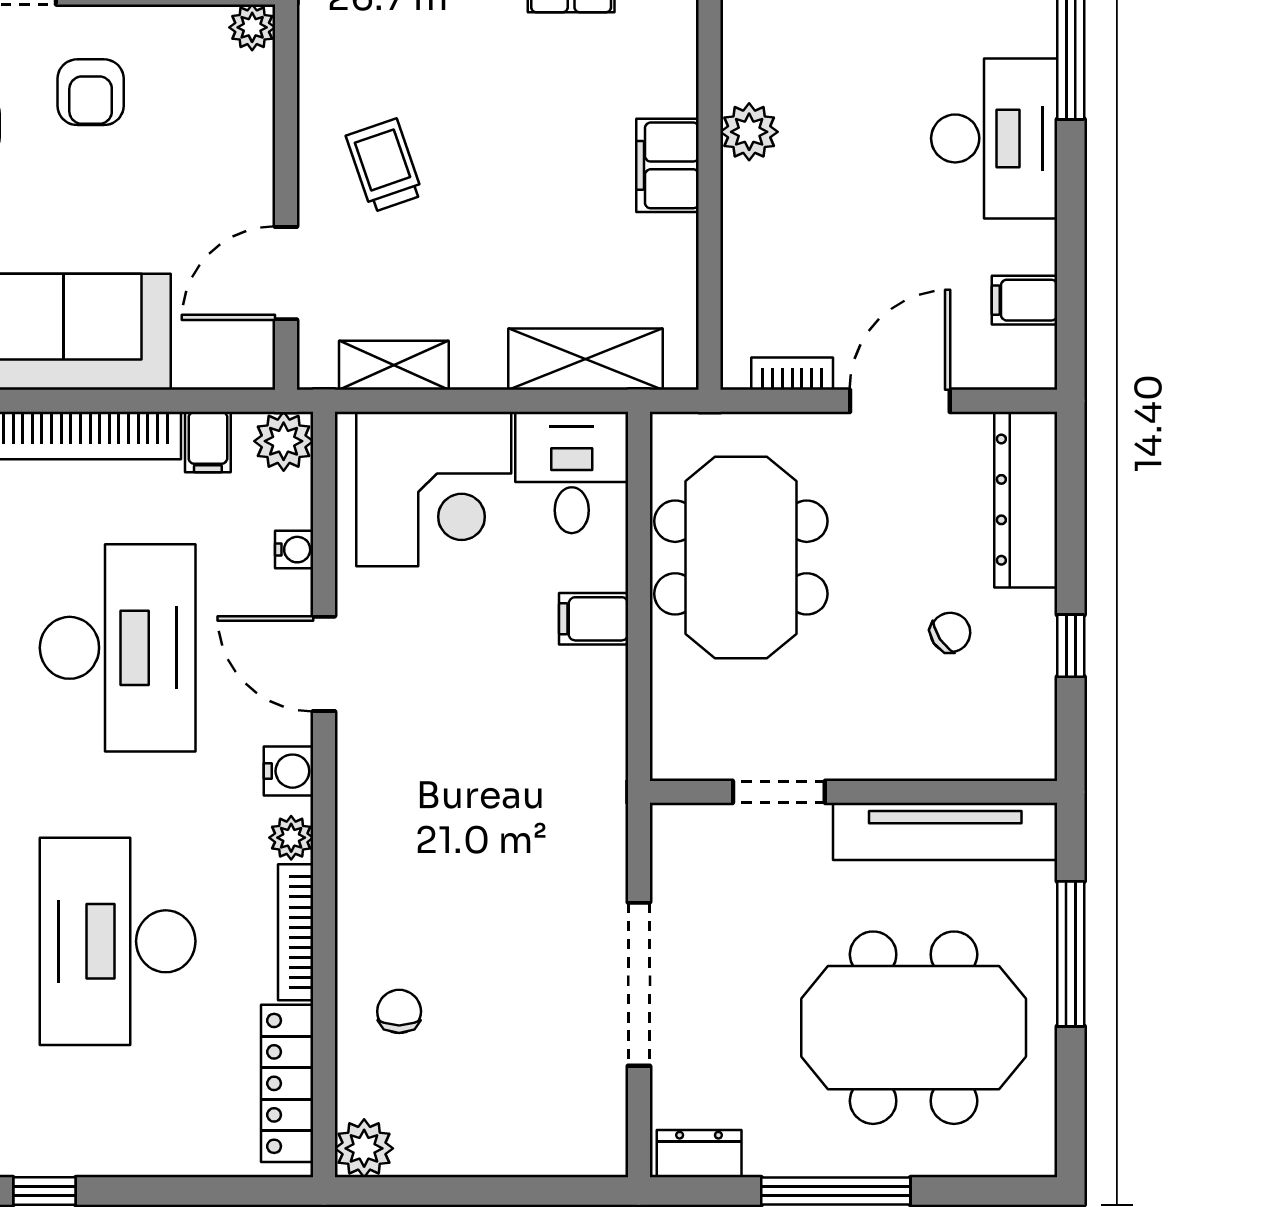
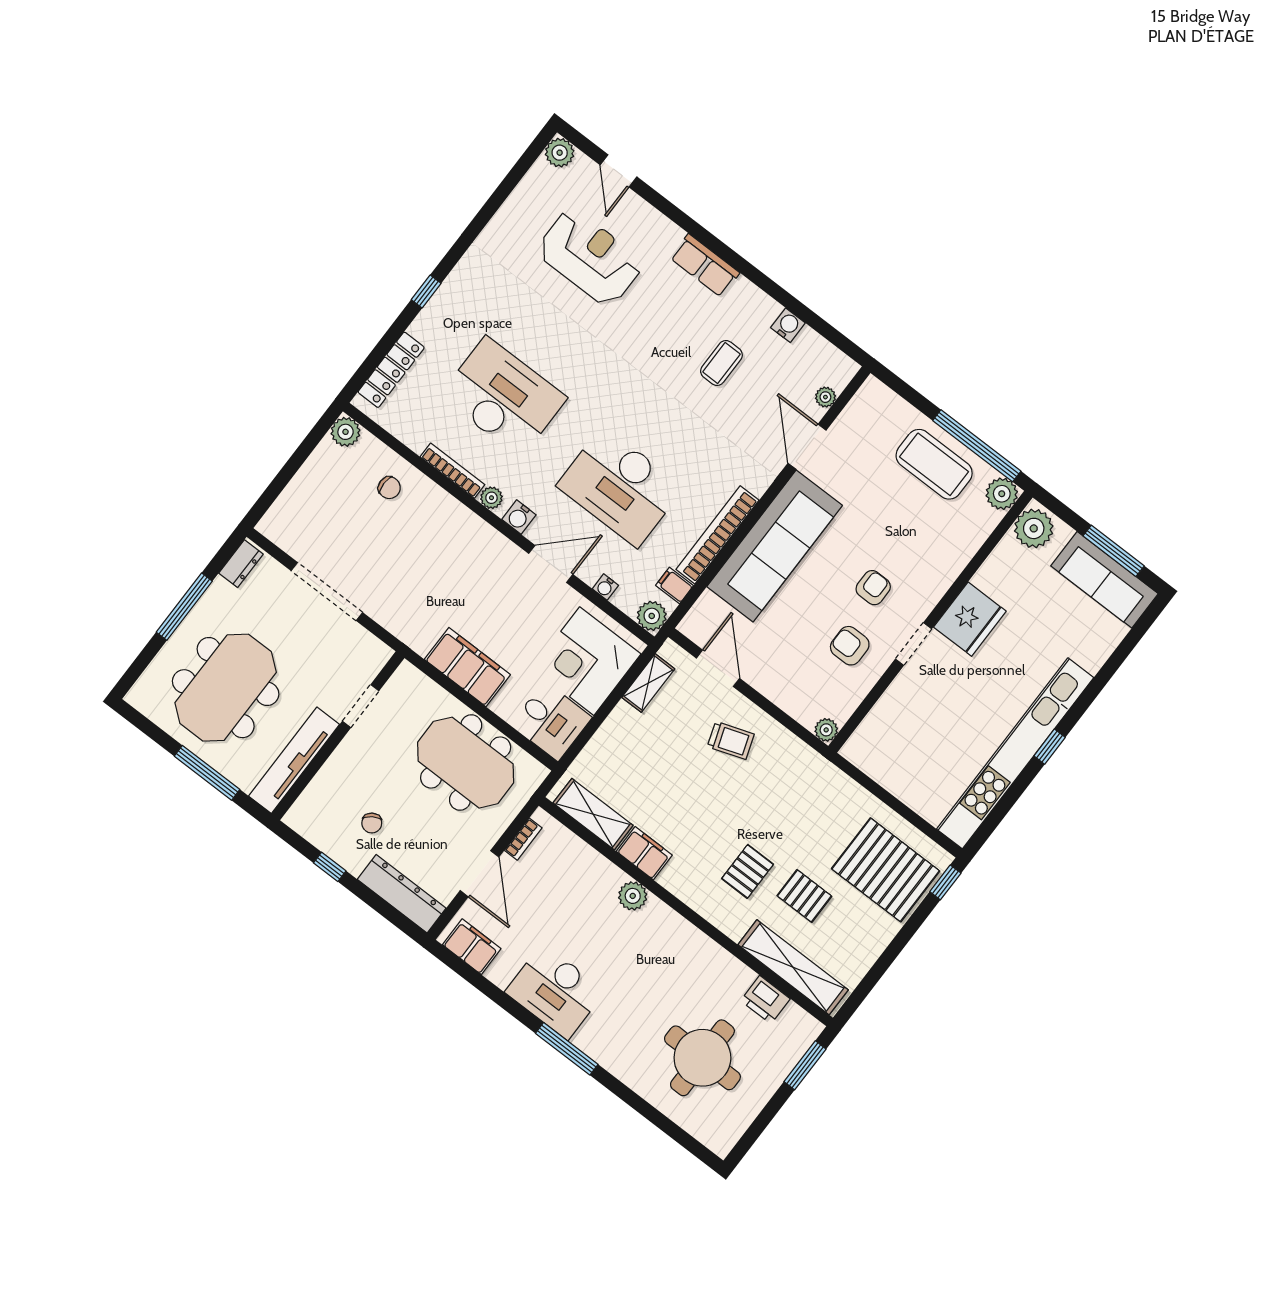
filing cabinet: (1025, 300) -> (472, 947), width x2.00
shelving: (585, 359) -> (593, 814), moved, turned 90
filing cabinet: (594, 619) -> (467, 667), width x3.00, depth x1.17
locker: (287, 1083) -> (391, 370), moved, turned 90

